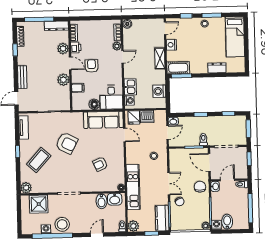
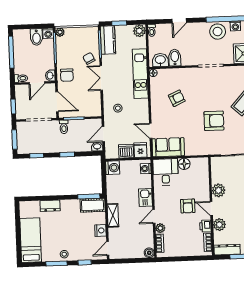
kitchen sink: (130, 87) -> (146, 197), moved
filing cabinet: (78, 88) -> (202, 182), removed
washing machine: (159, 91) -> (113, 168), moved
sofa: (103, 120) -> (168, 147), width x0.73
armchair: (67, 143) -> (214, 121), turned 153

